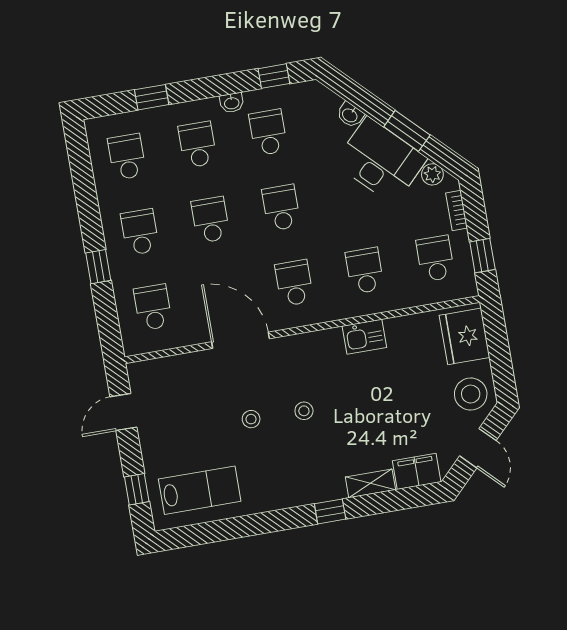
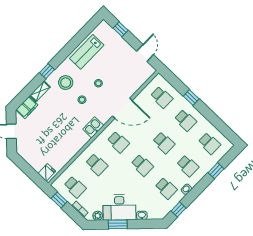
fridge: (465, 336) -> (47, 172), width x0.53, depth x0.75
kitchen sink: (364, 337) -> (93, 127), moved
stool: (471, 394) -> (66, 83), moved
lab bench: (200, 490) -> (87, 52), moved

